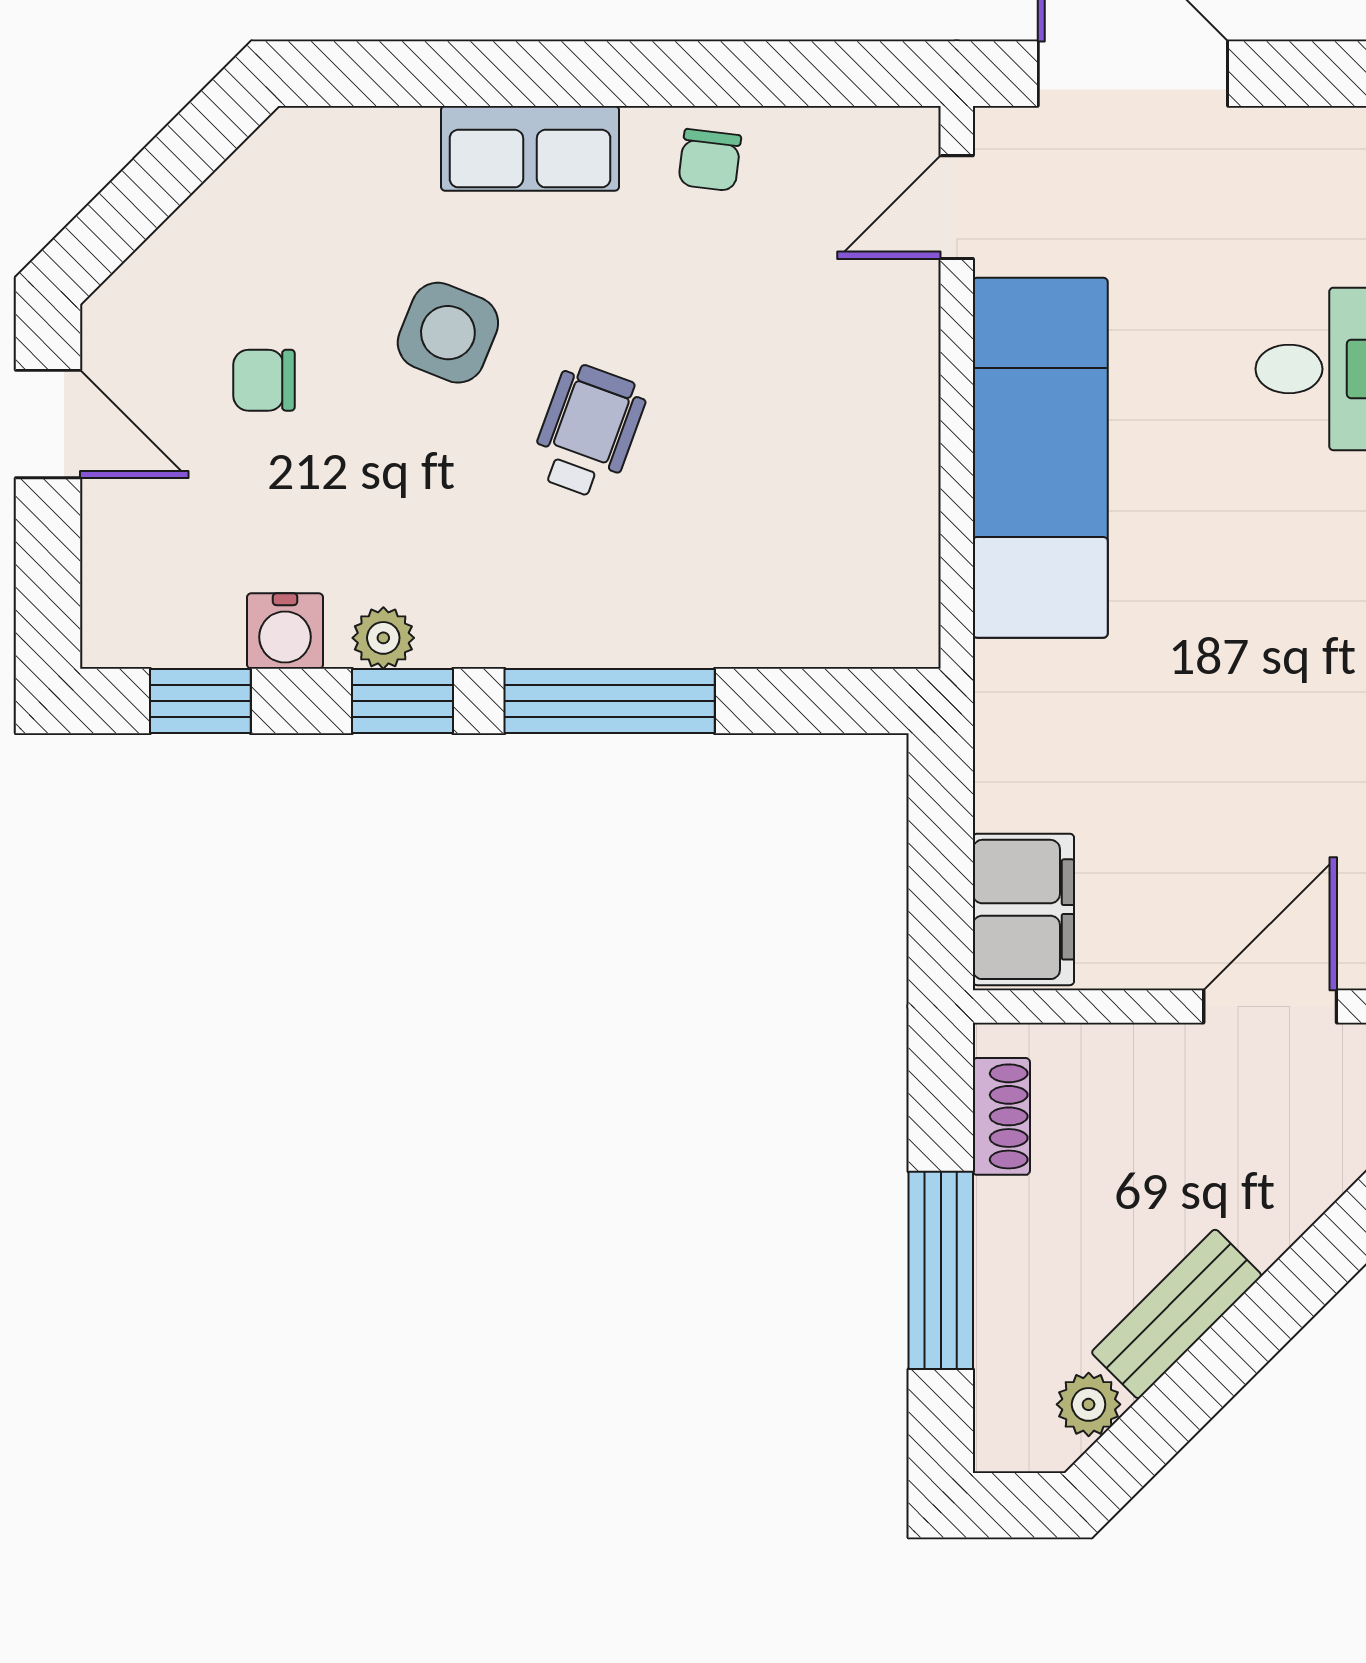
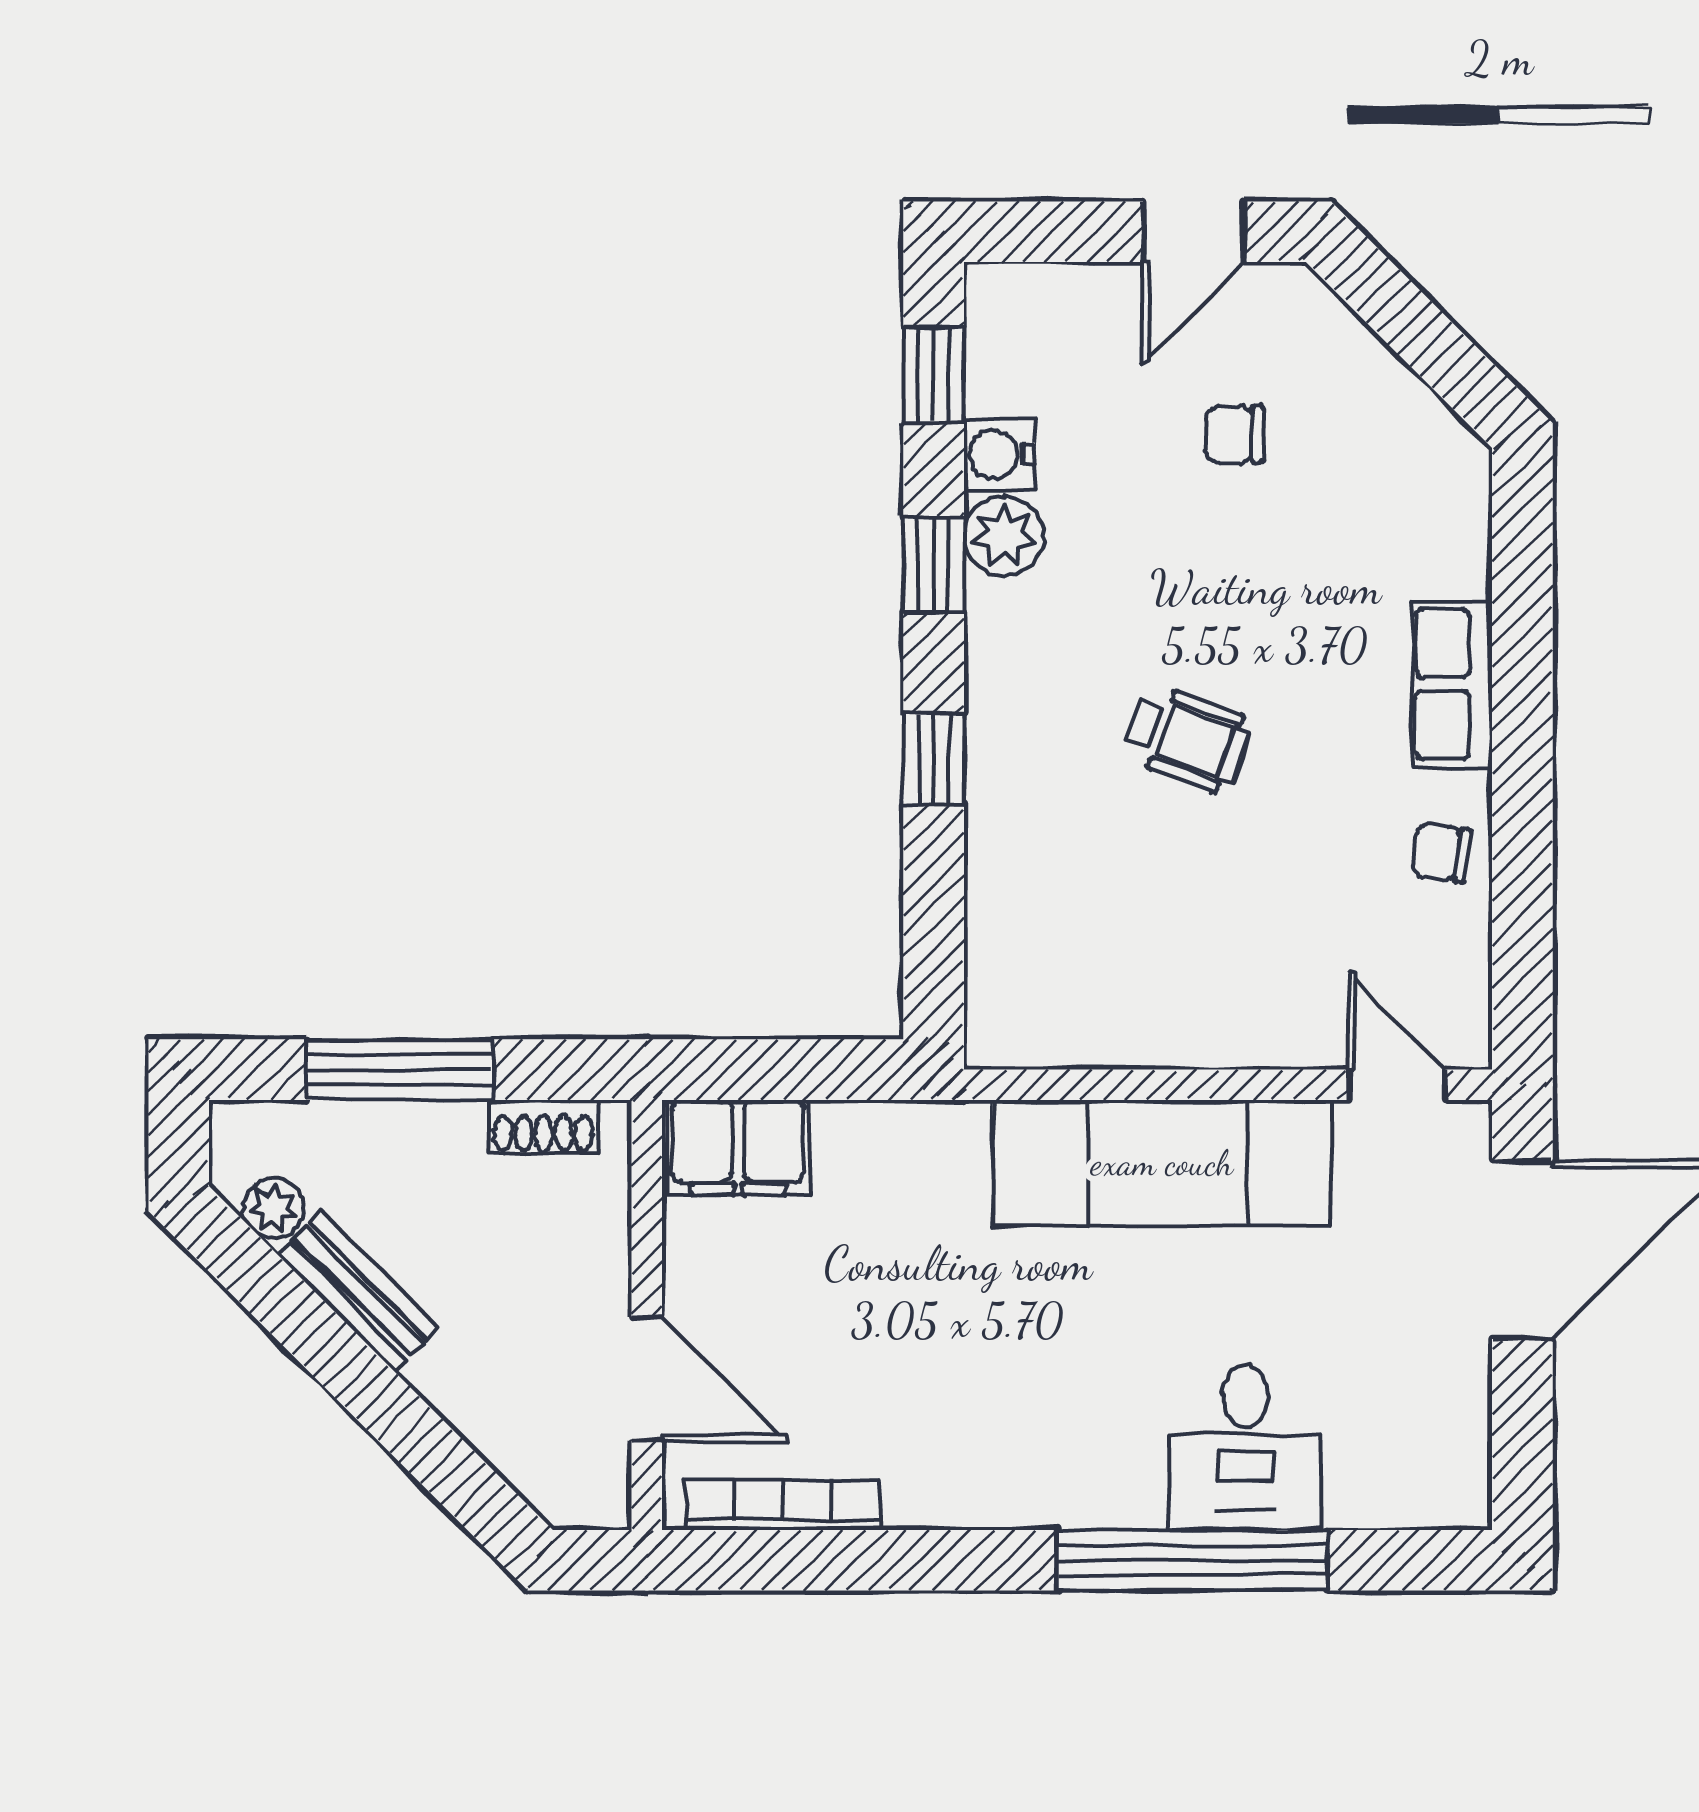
side table: (448, 333) -> (1279, 607), removed
chair: (264, 380) -> (1235, 435), turned -90
plant: (383, 638) -> (1004, 536), width x1.38, depth x1.38
window: (610, 701) -> (934, 759), width x0.46

